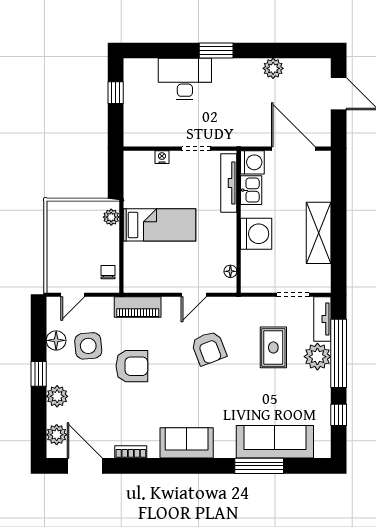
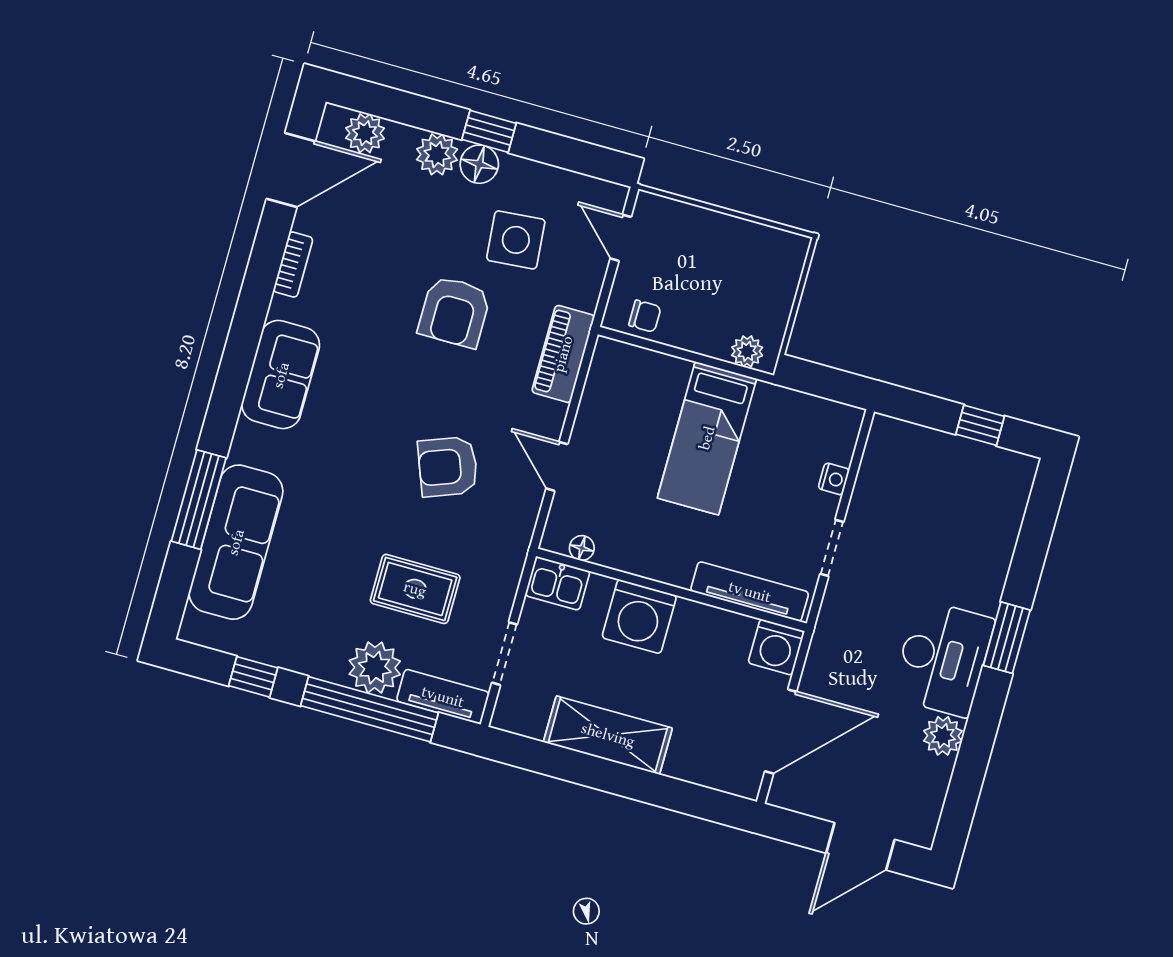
desk: (185, 79) -> (943, 658), moved
kitchen sink: (251, 190) -> (558, 583), moved
floor lamp: (56, 340) -> (479, 164), moved

